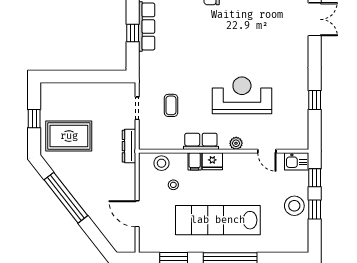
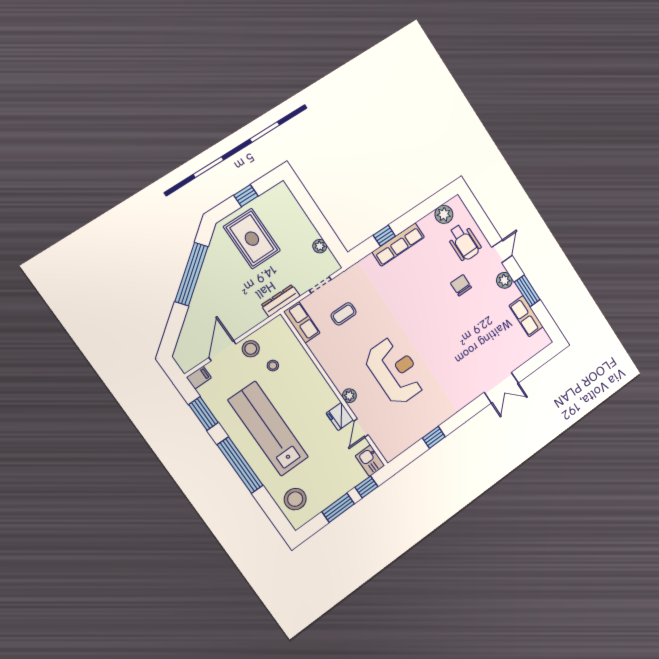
plant: (108, 89) -> (320, 246), added
row of seats: (201, 141) -> (302, 322), moved
filing cabinet: (195, 161) -> (199, 378), moved, turned 180
fridge: (212, 161) -> (340, 417), moved
stool: (161, 163) -> (251, 349), moved
stool: (294, 206) -> (295, 499), moved
window: (315, 209) -> (338, 508), width x1.50

